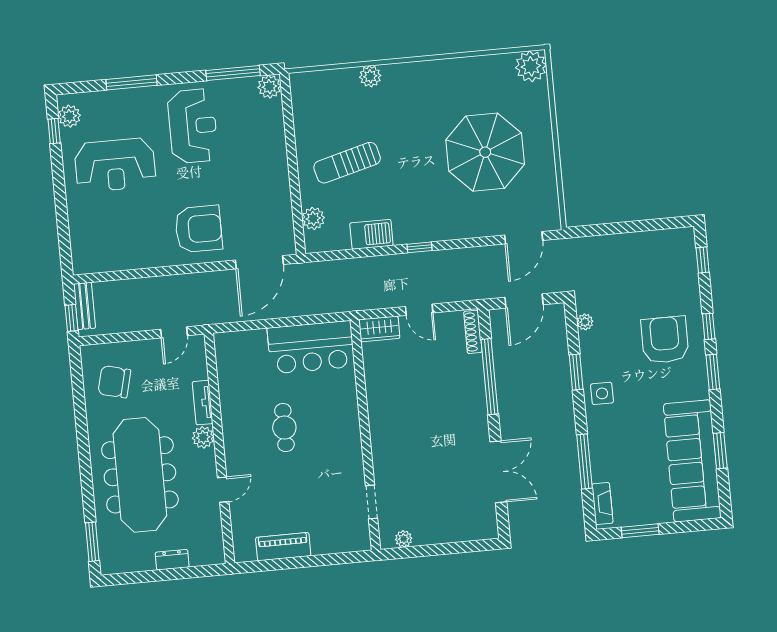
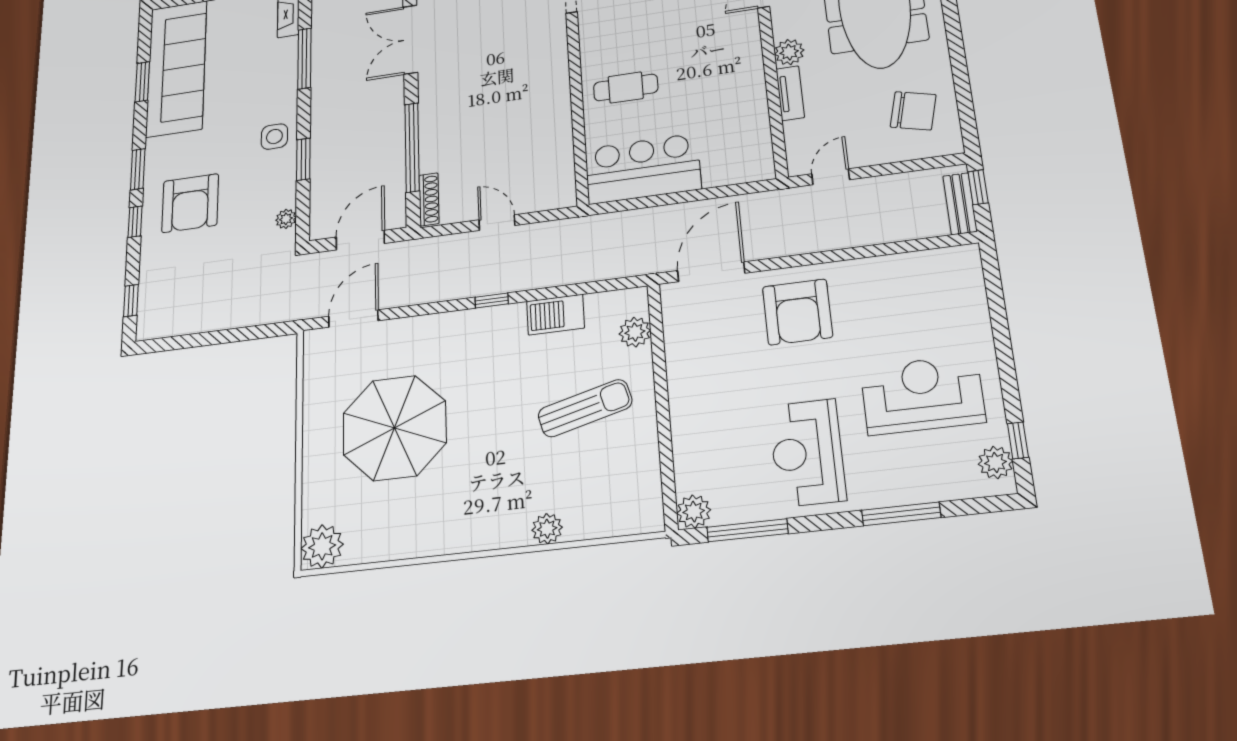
armchair: (199, 229) -> (797, 312), turned -90
wardrobe: (379, 329) -> (551, 196), removed
cafe table: (284, 428) -> (626, 87), moved, turned 90

